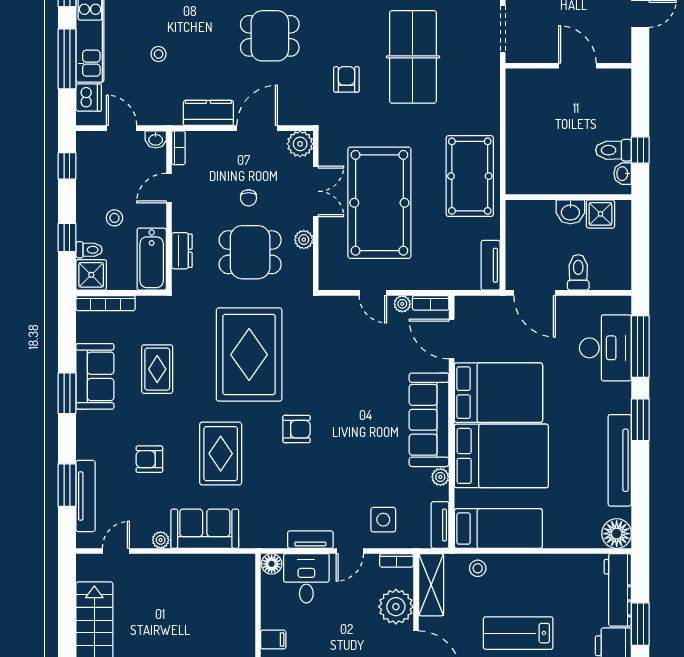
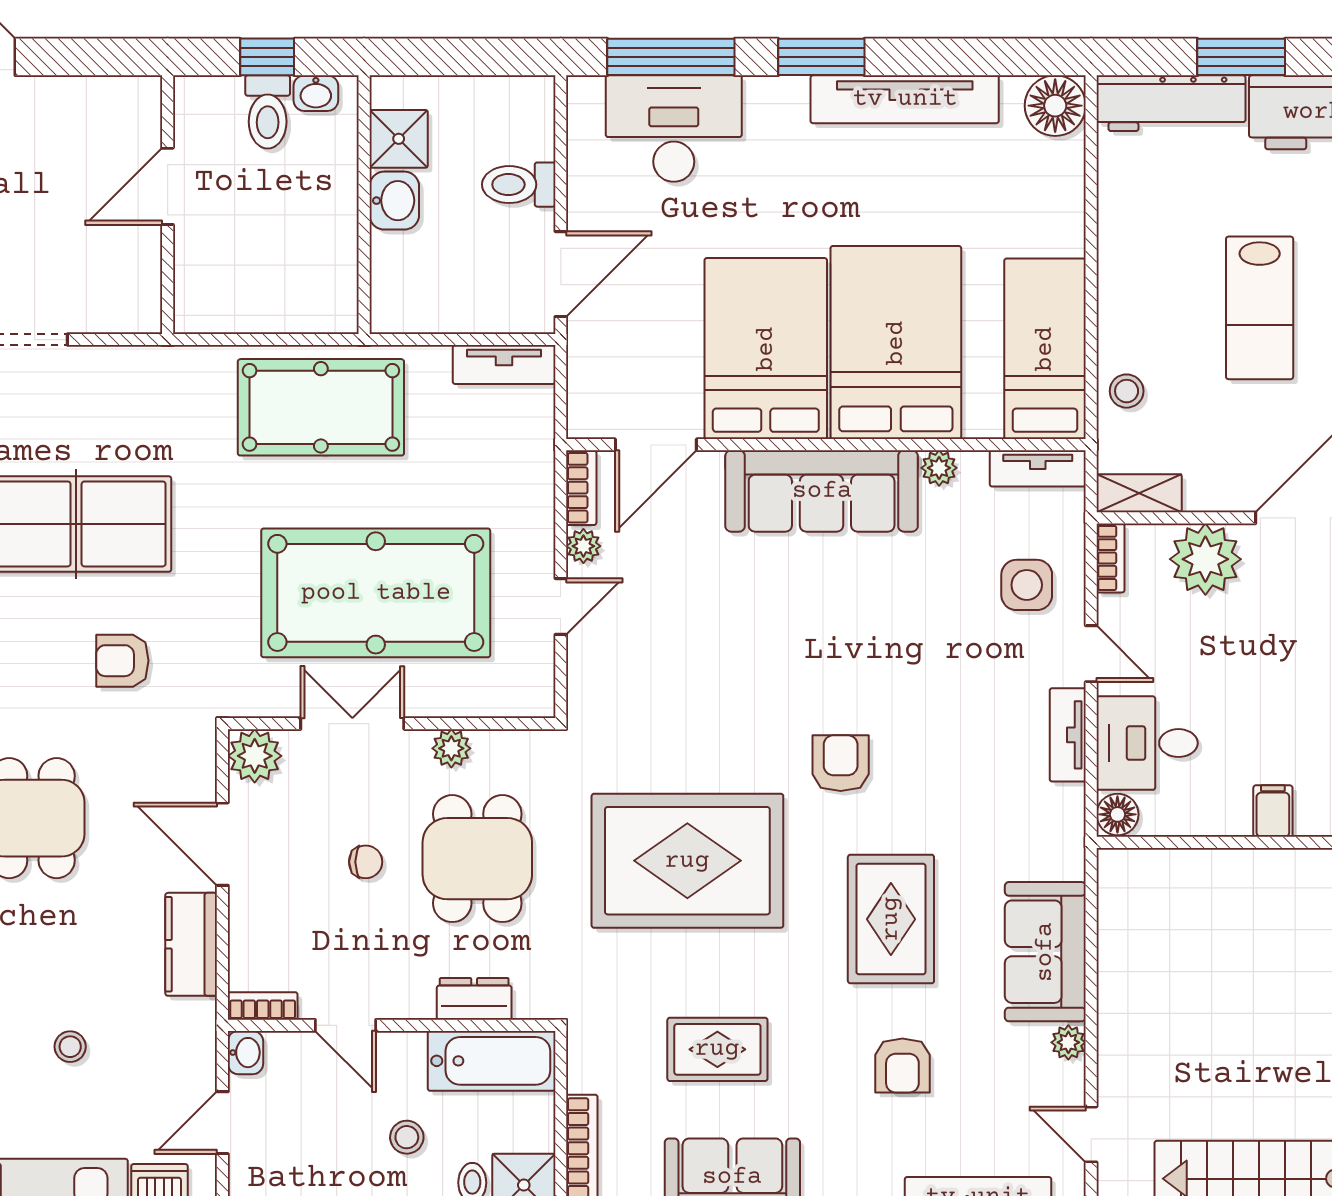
wall: (568, 66) -> (168, 205), moved
door: (577, 66) -> (168, 186), moved
rug: (221, 454) -> (891, 919), turned 90
shelving: (431, 585) -> (1139, 493), width x0.67, depth x0.75

